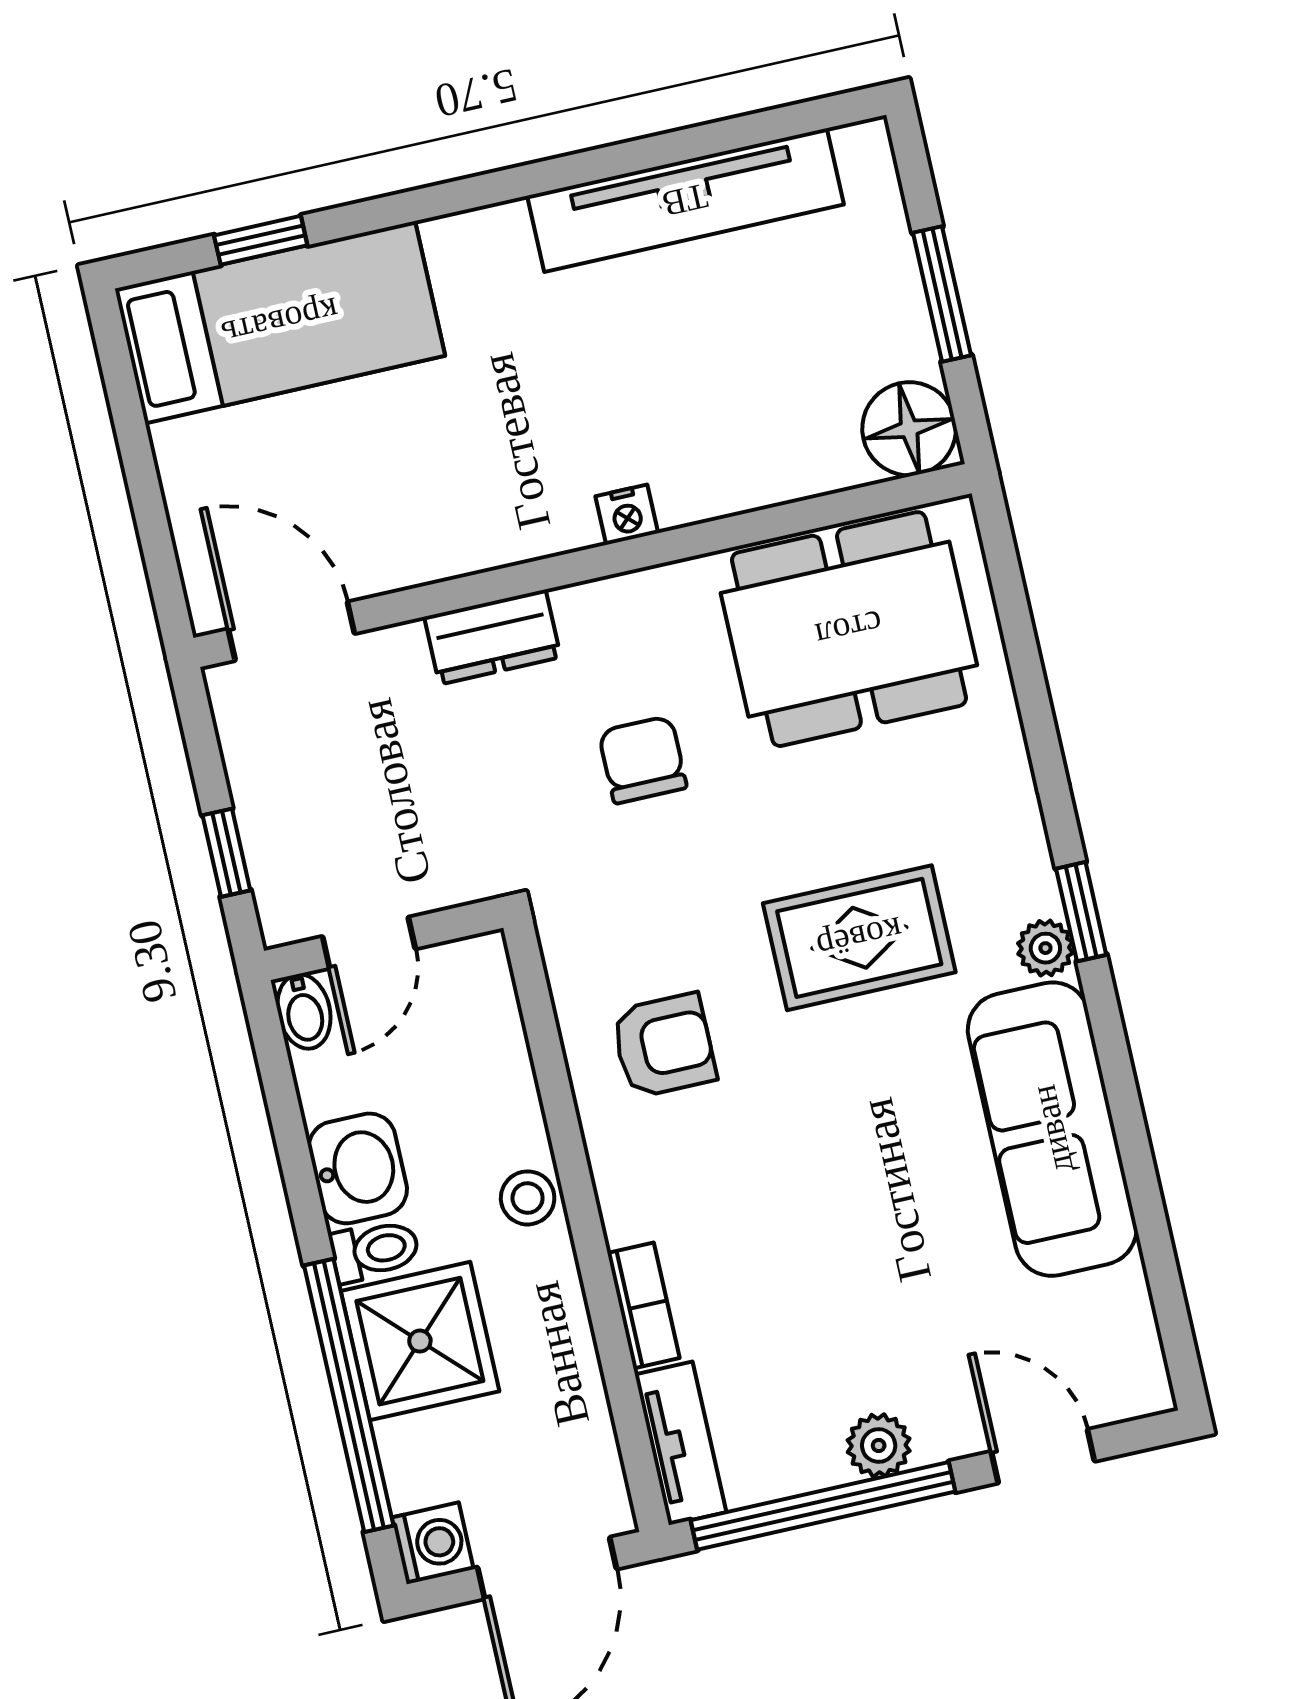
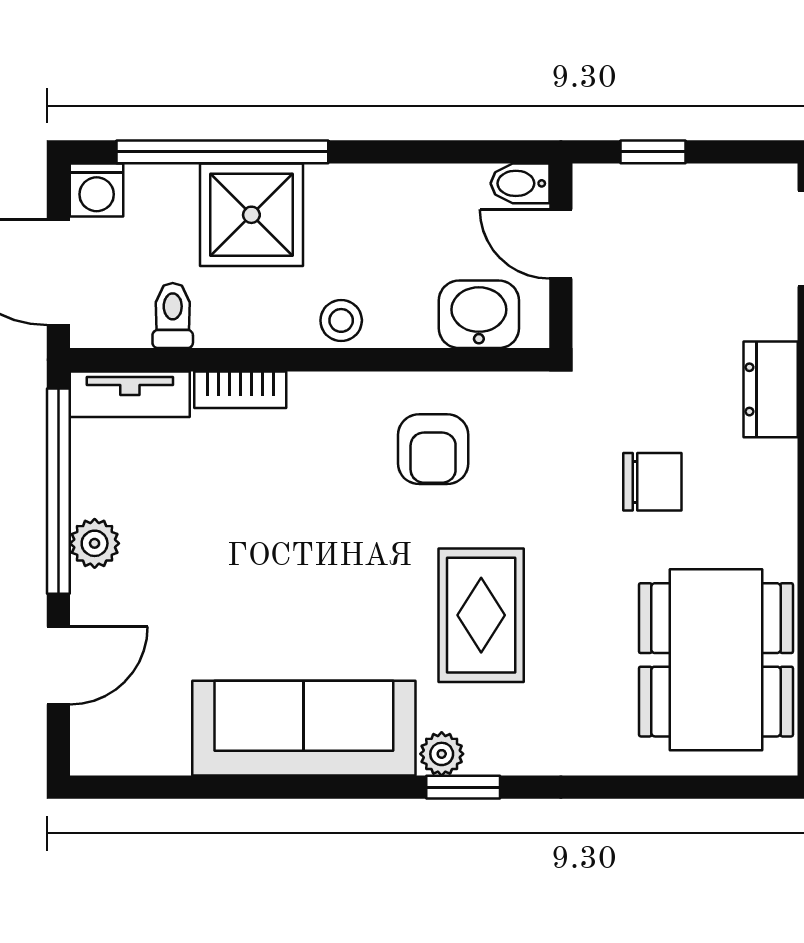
washbasin: (358, 1168) -> (479, 314), moved, turned 180
toilet: (375, 1250) -> (173, 316), moved, turned 180

